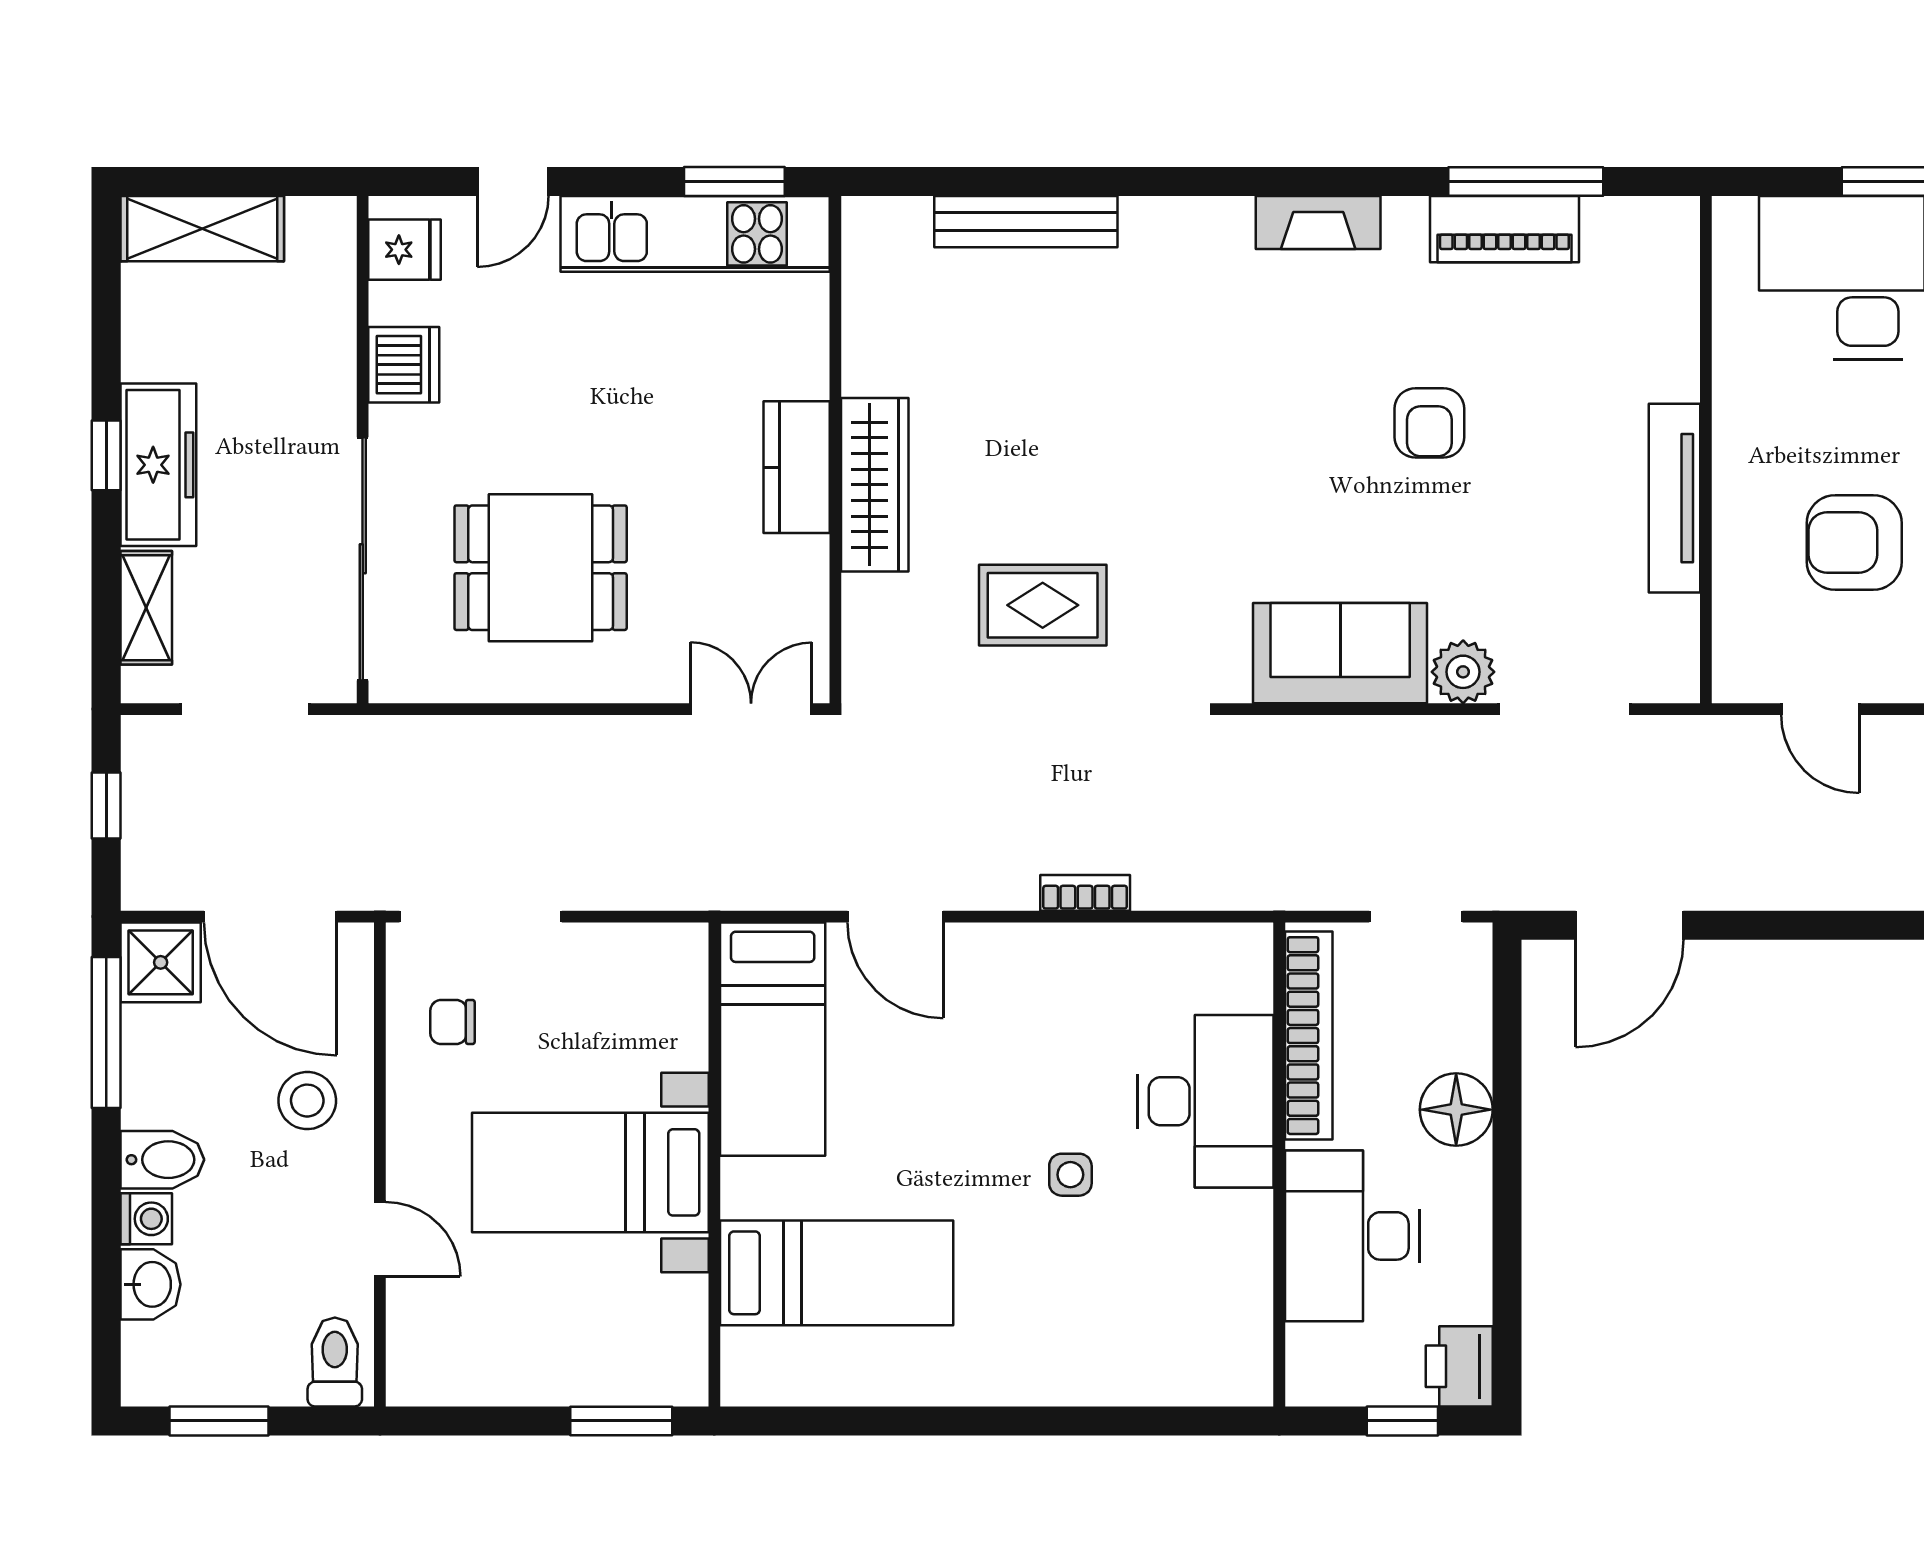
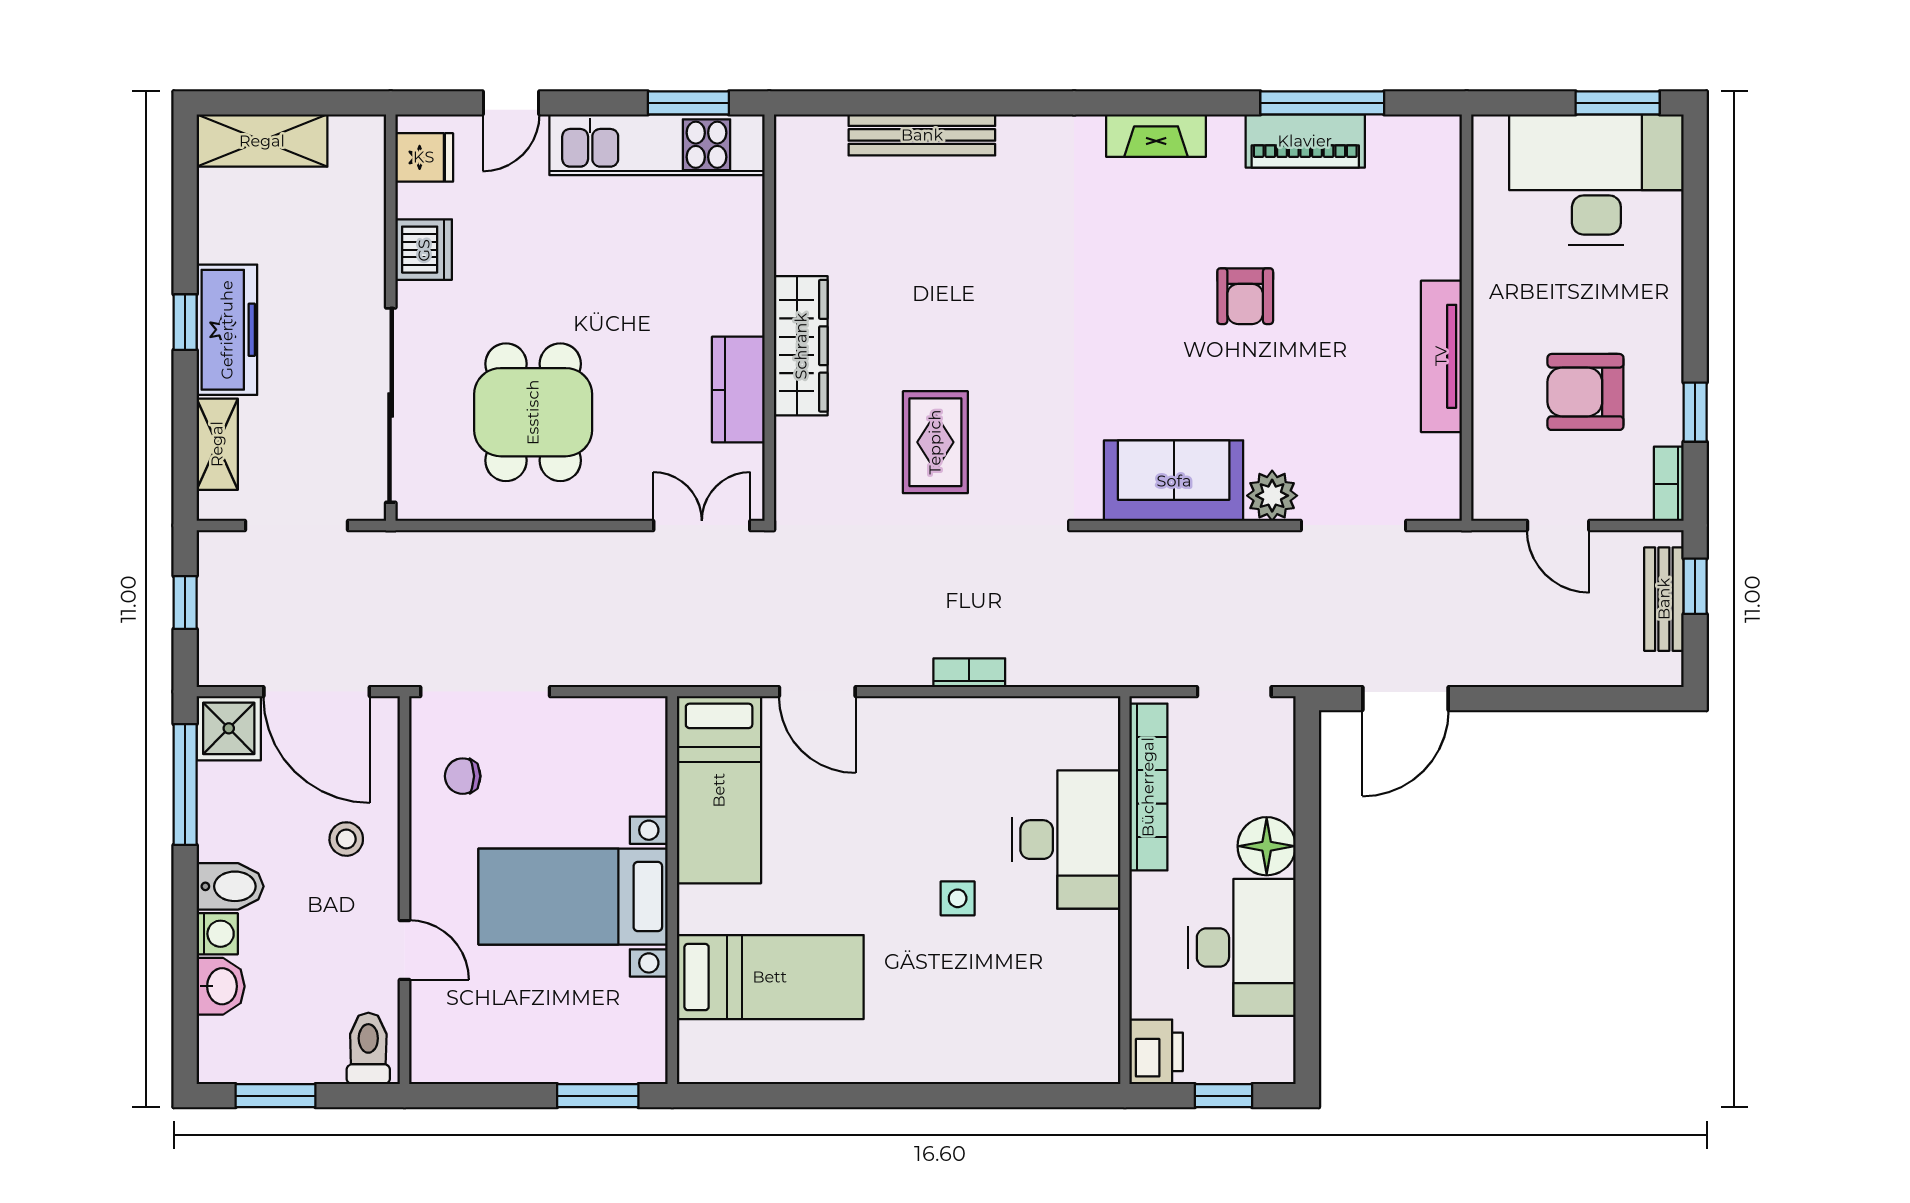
kitchen counter: (797, 467) -> (738, 390), moved
dining table: (541, 568) -> (533, 412), turned 90
rug: (1043, 605) -> (935, 442), turned 90
stool: (307, 1101) -> (346, 839), width x0.73, depth x0.73
desk: (1352, 1236) -> (1242, 947), moved, turned 180
printer: (1459, 1366) -> (1156, 1052), moved, turned 180

